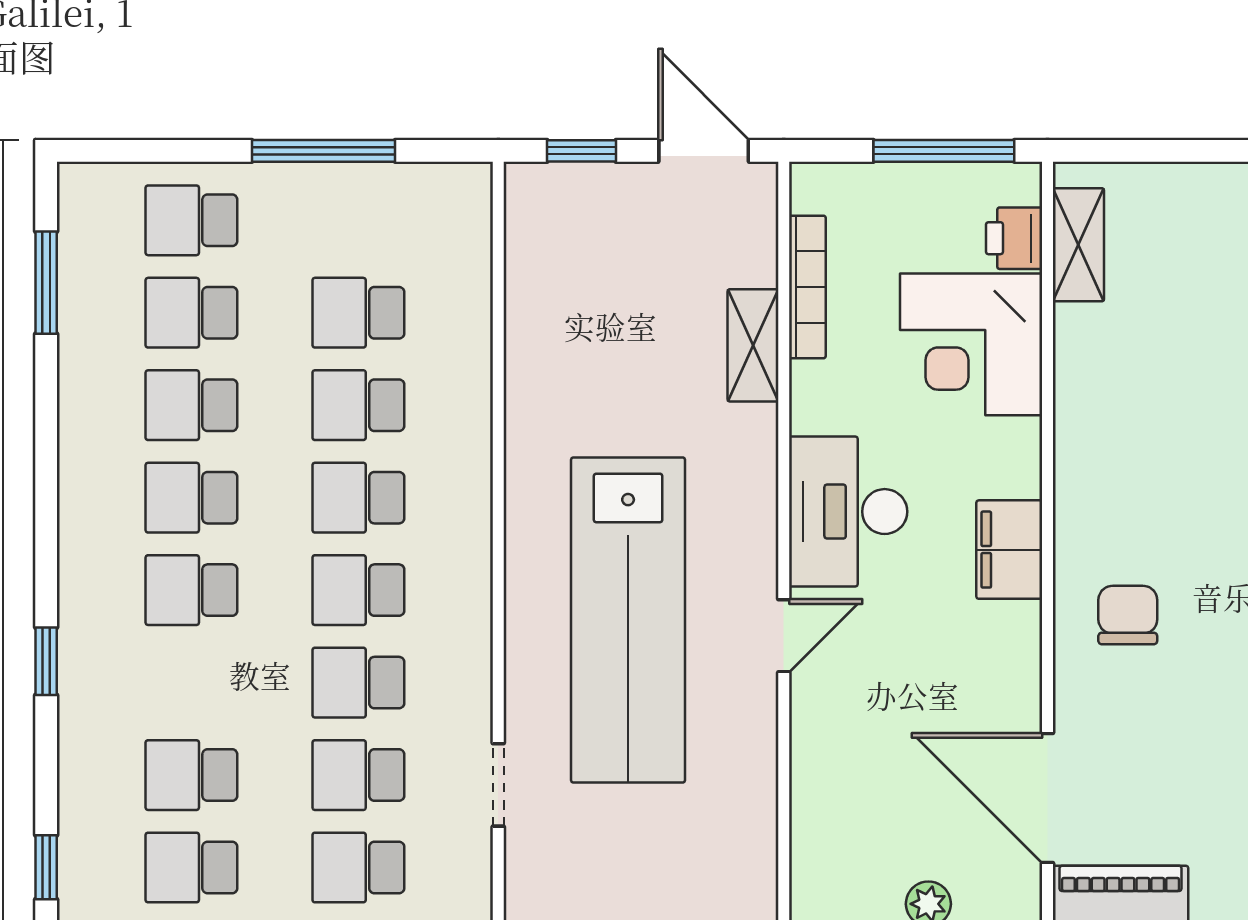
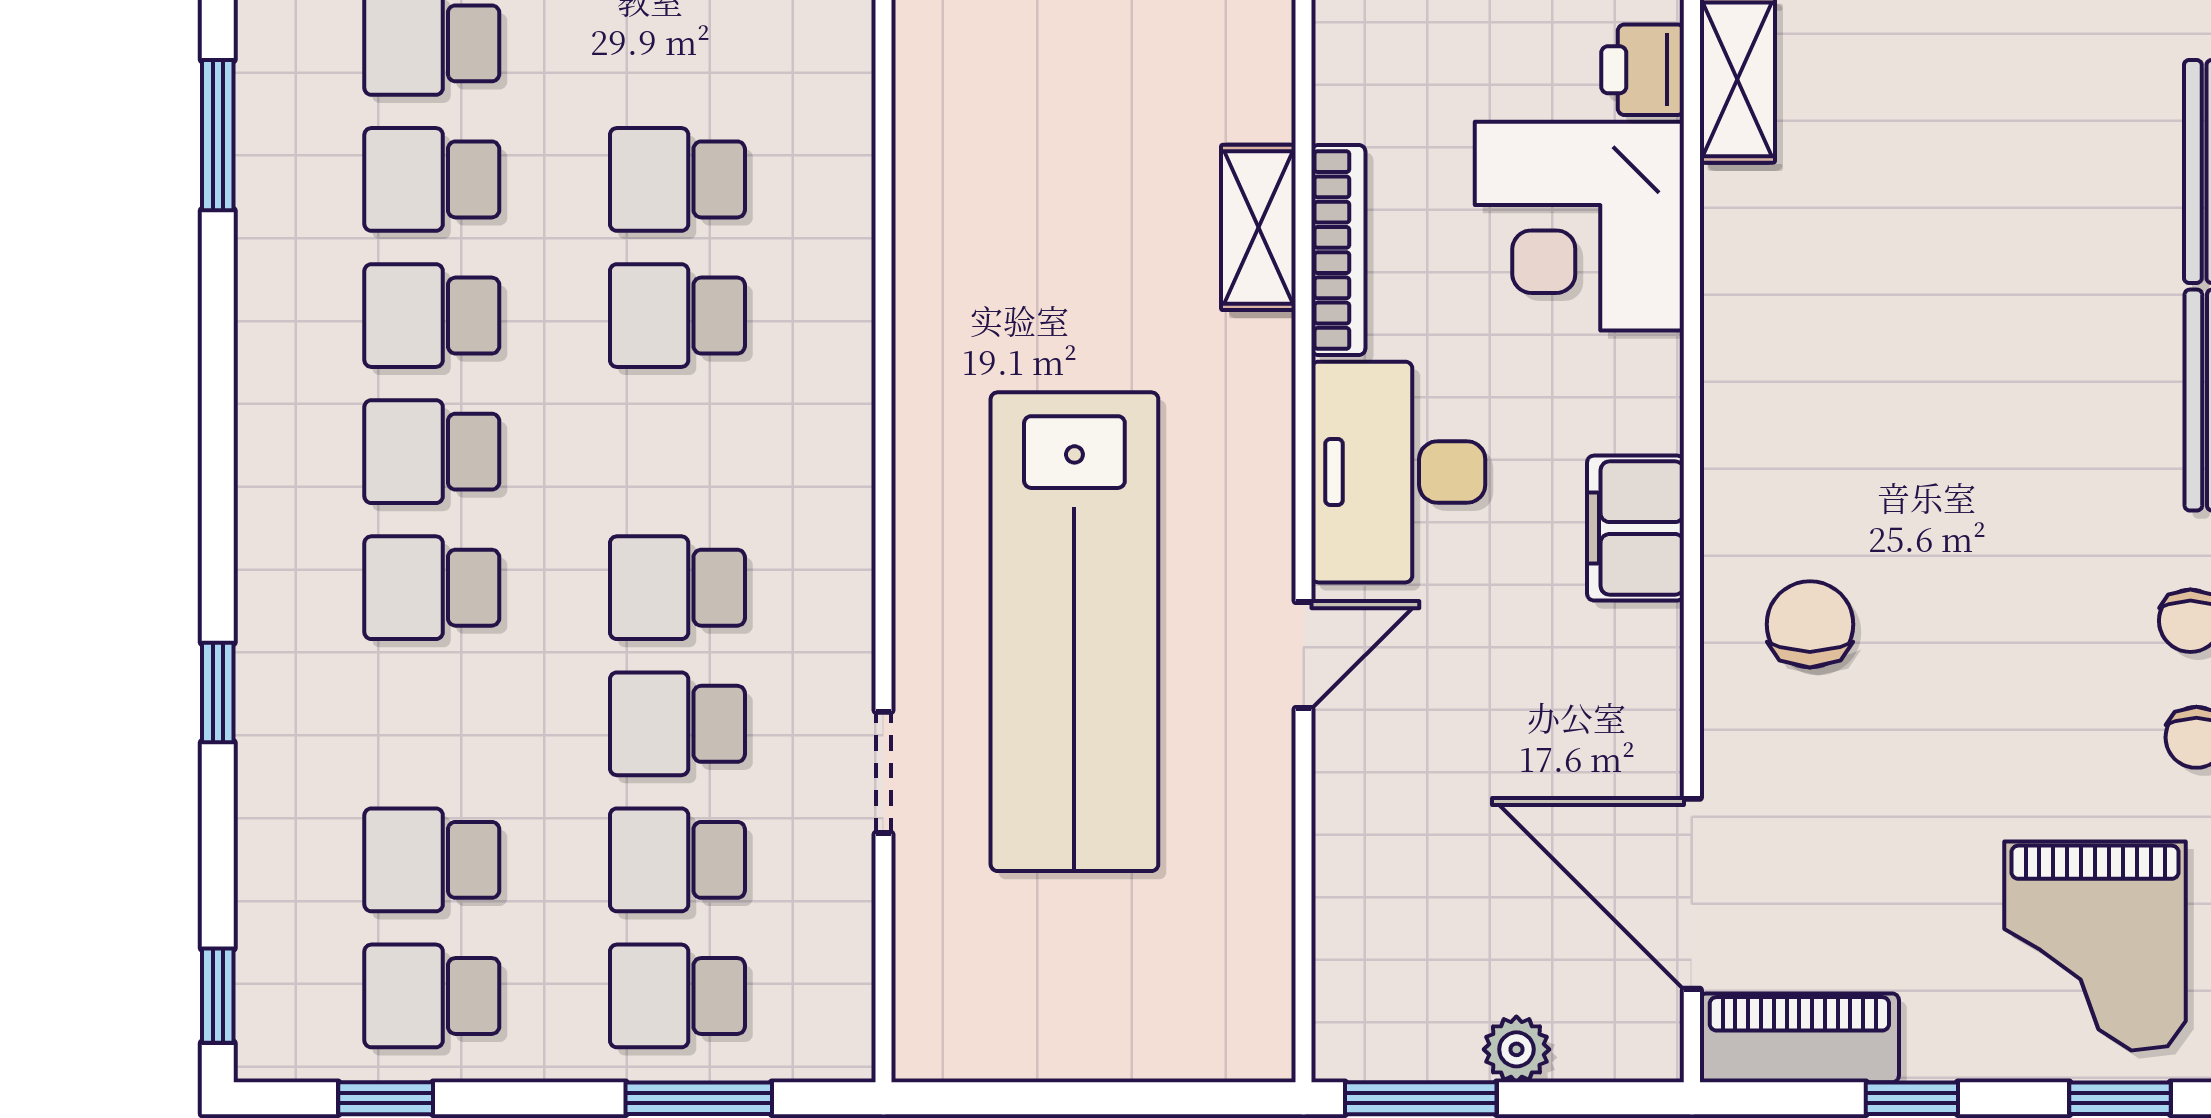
bookcase: (807, 287) -> (1338, 250), moved
school desk: (358, 498) -> (677, 452), removed
doorway: (498, 785) -> (884, 772), moved

